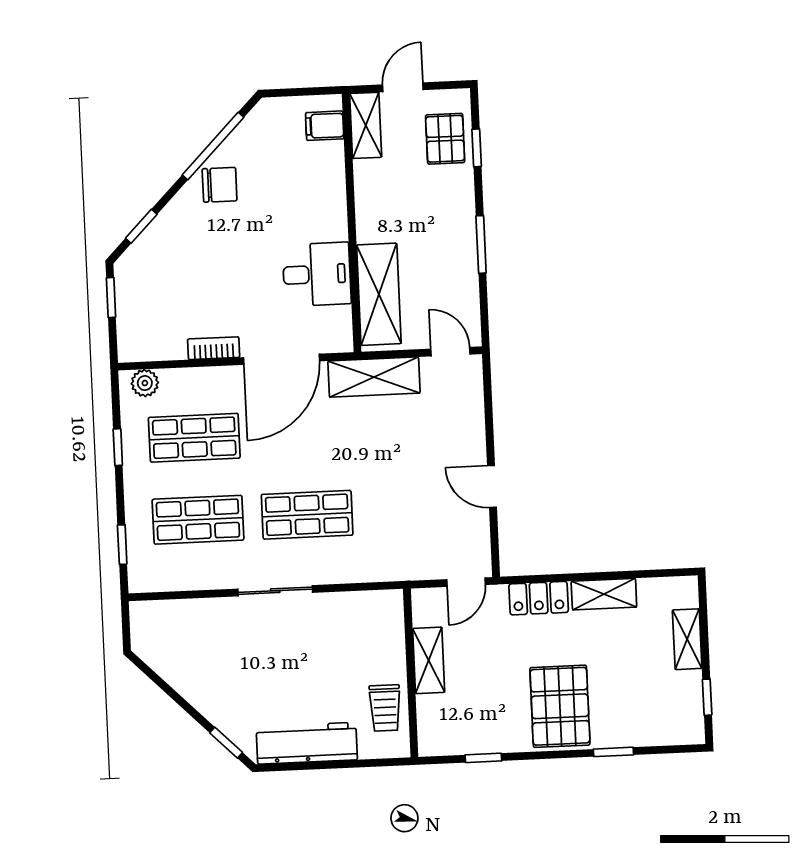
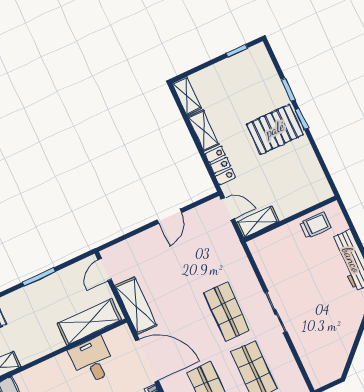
shelving: (687, 639) -> (187, 96), moved, turned 90
shelving: (429, 660) -> (258, 222), moved
window: (483, 758) -> (302, 119), moved

